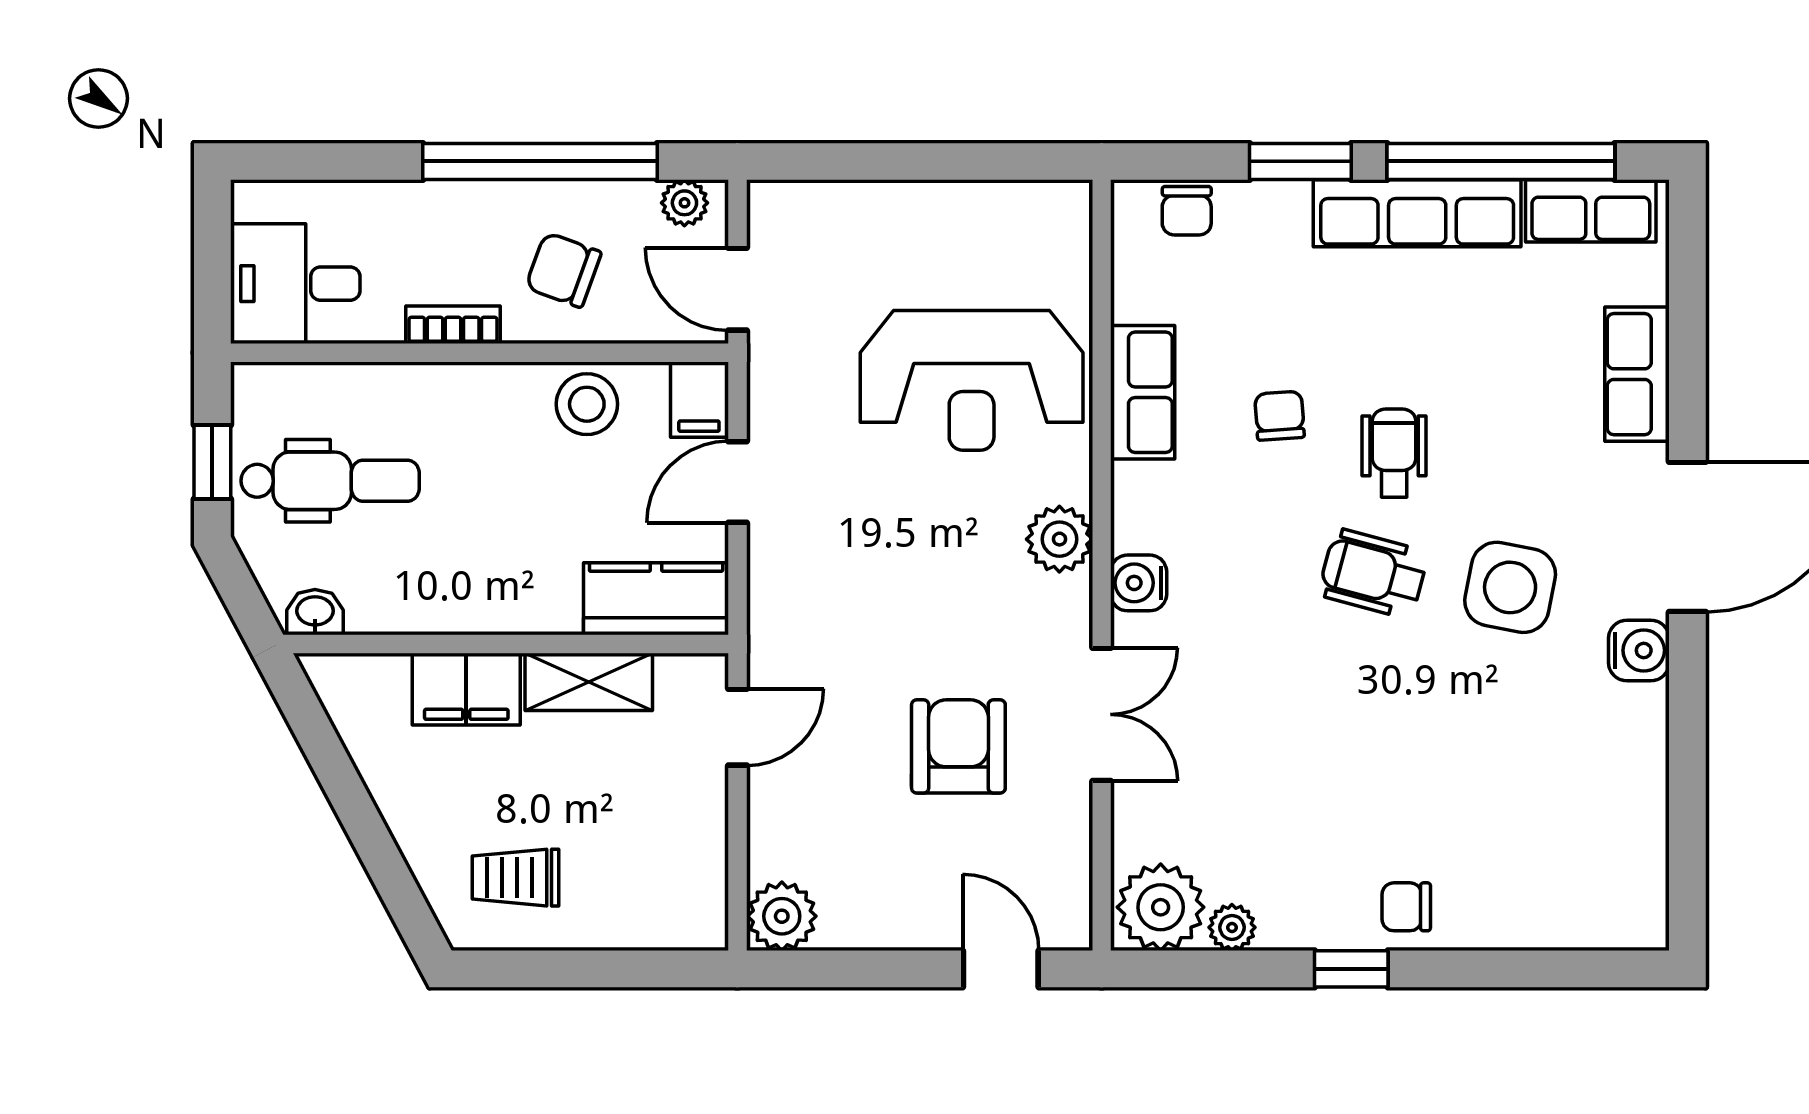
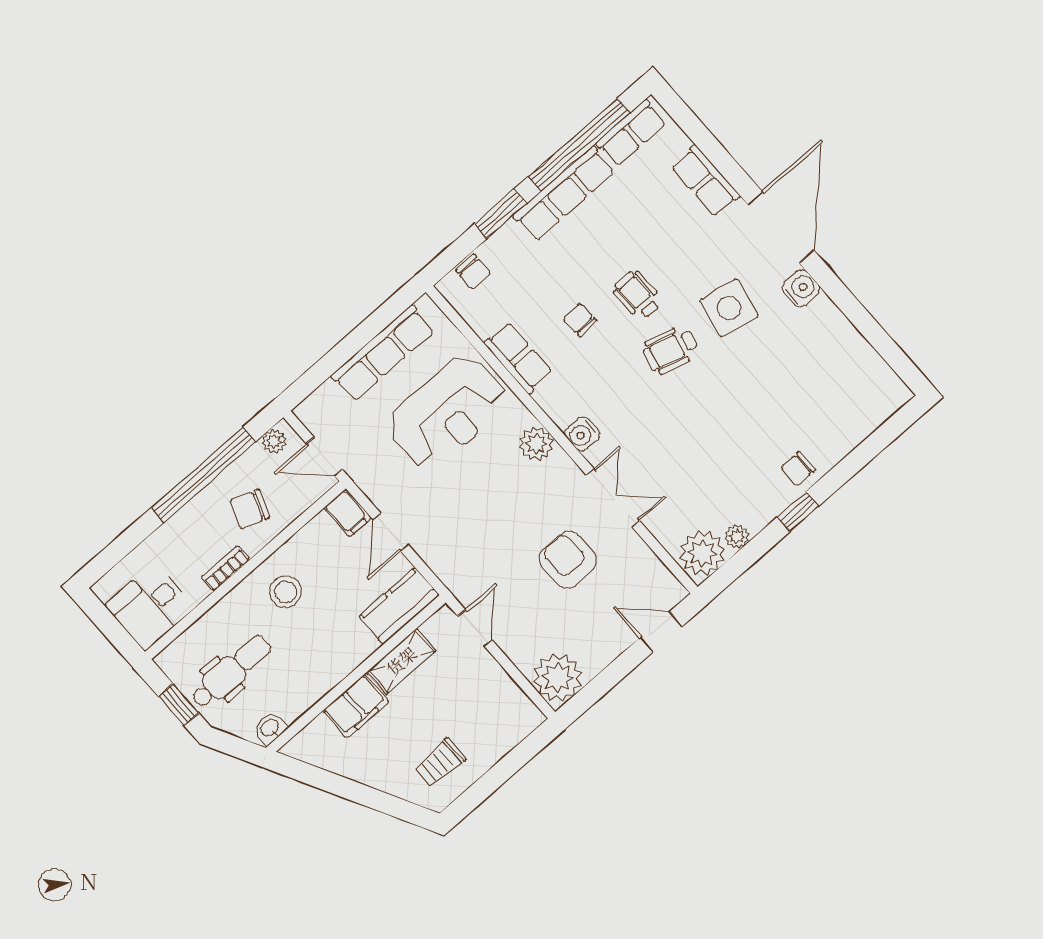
row of seats: (953, 214) -> (383, 353), added
stool: (587, 404) -> (286, 592), moved
plant: (782, 916) -> (558, 678), width x1.36, depth x1.36

